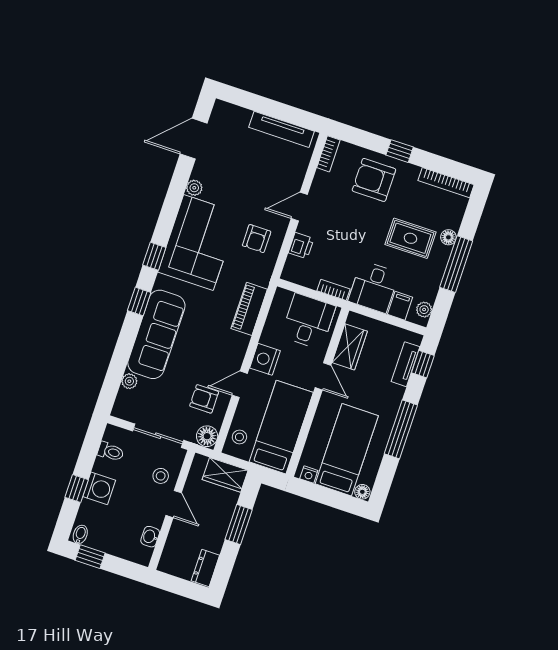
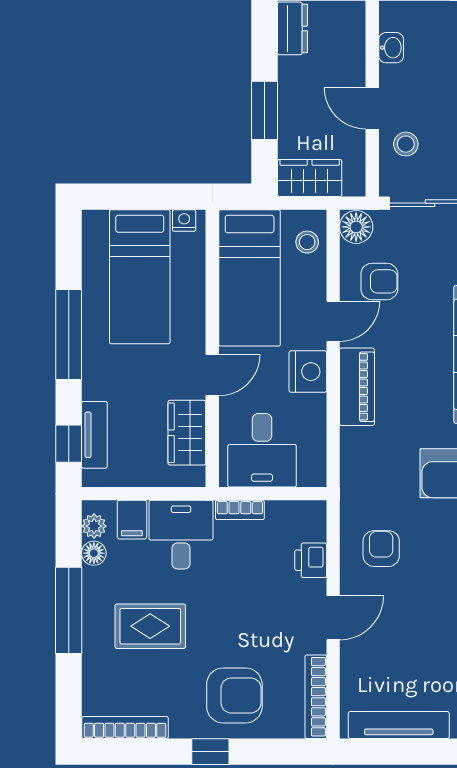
bookcase: (328, 154) -> (316, 697), width x1.56
floor lamp: (448, 237) -> (94, 553), moved
piano: (249, 309) -> (357, 387), moved
door: (323, 376) -> (212, 375), swing flipped
floor lamp: (362, 492) -> (95, 221), removed

